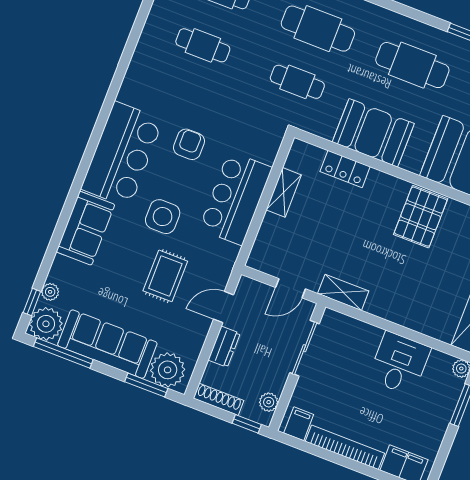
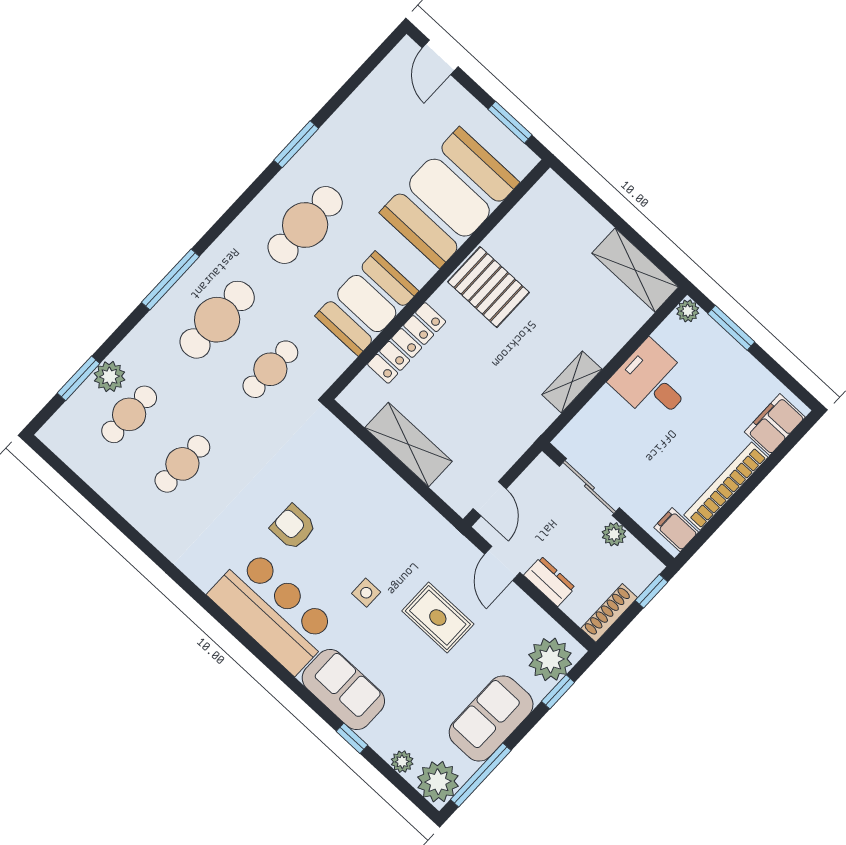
locker: (345, 169) -> (407, 343), width x1.53
shelving: (284, 192) -> (408, 445), width x1.50, depth x1.33
bar counter: (236, 198) -> (379, 498), removed
side table: (163, 217) -> (366, 593), width x0.54, depth x0.54
door: (290, 288) -> (490, 499), moved
shelving: (343, 292) -> (572, 382), moved
window: (32, 302) -> (352, 738), moved
sofa: (107, 344) -> (491, 718), width x0.73
window: (146, 385) -> (558, 692), width x0.67
plant: (269, 402) -> (614, 534), moved

